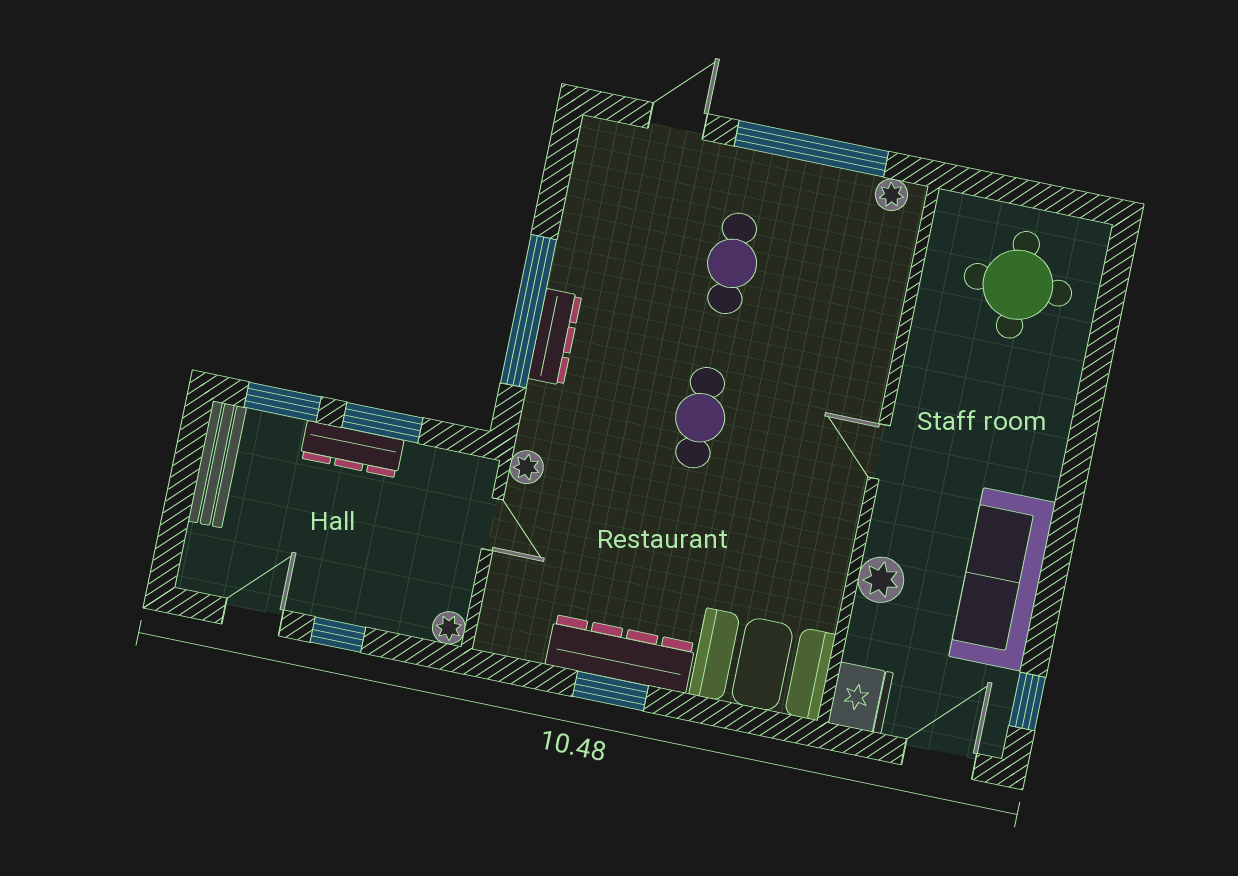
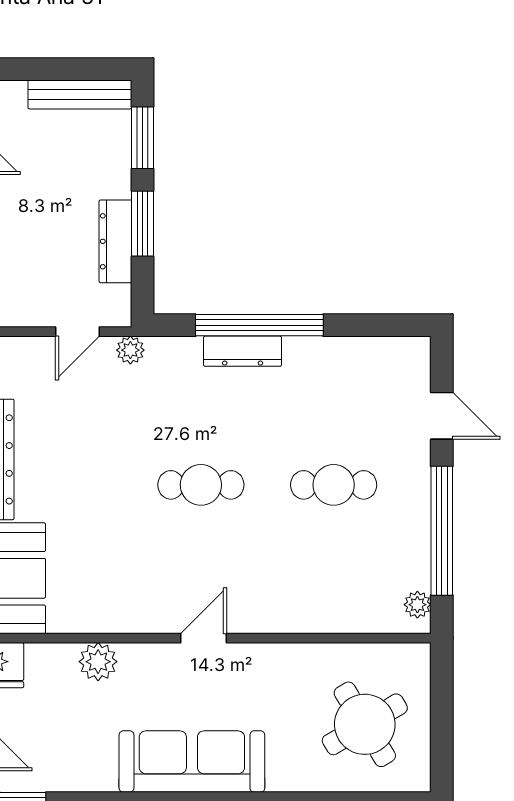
round table: (1018, 285) -> (365, 724), turned -31
dresser: (352, 449) -> (115, 241), moved
sofa: (1002, 579) -> (192, 762), moved

